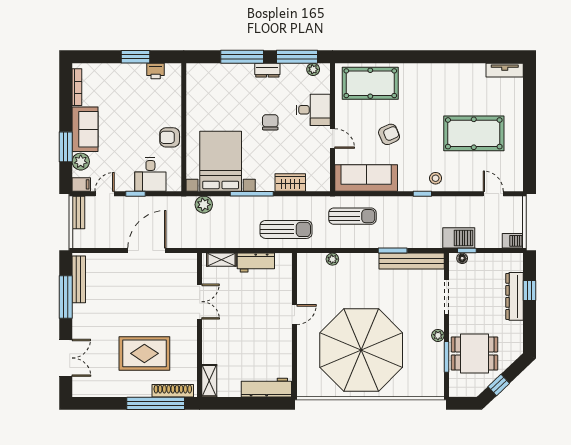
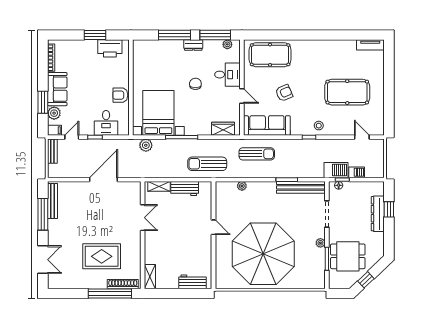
printer: (156, 71) -> (110, 48), width x1.87, depth x1.48
wardrobe: (290, 182) -> (223, 129), moved
sun lounger: (286, 229) -> (207, 164), turned 180
barbecue: (513, 241) -> (357, 172), moved
door: (294, 315) -> (214, 227), hinge flipped
workbench: (266, 388) -> (193, 282), width x0.73

